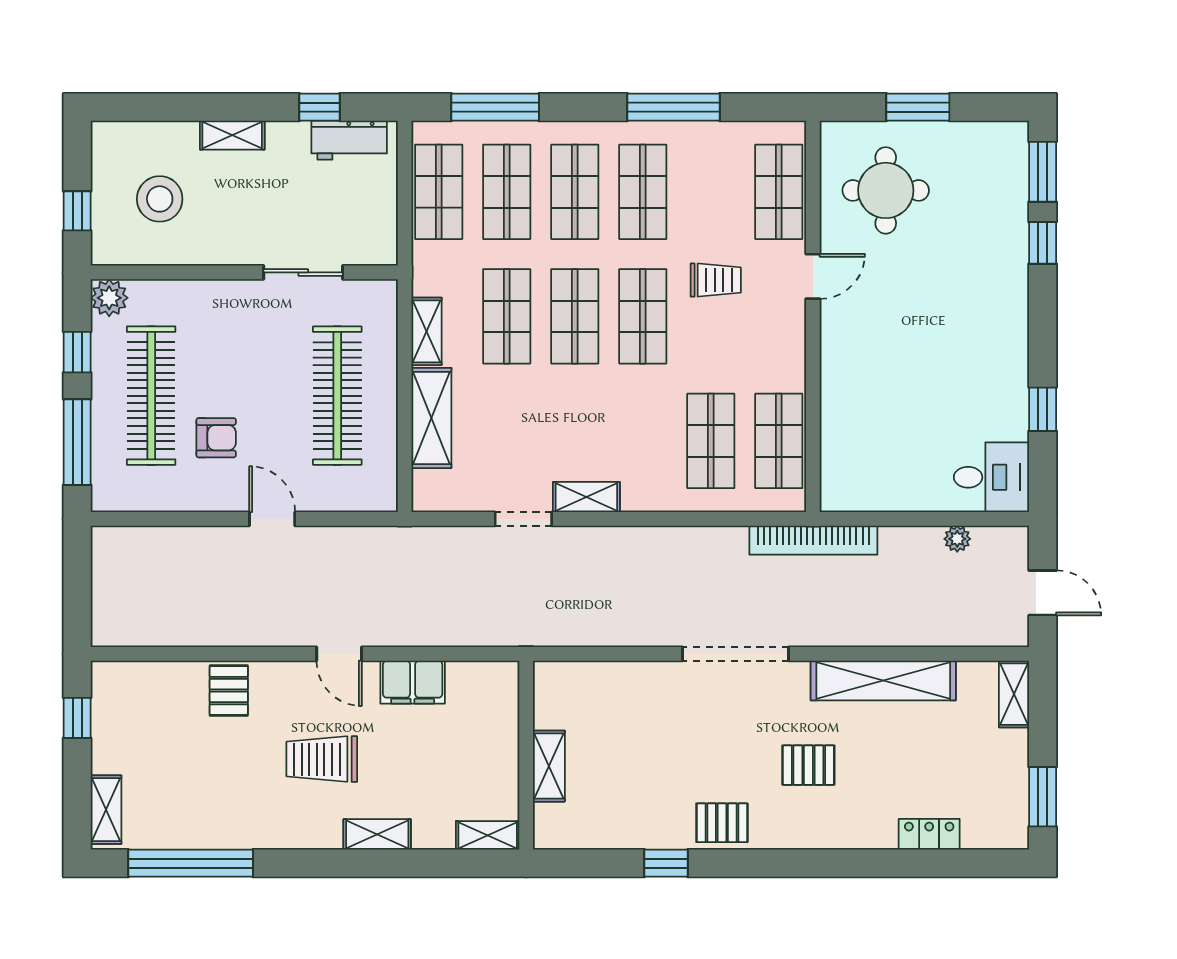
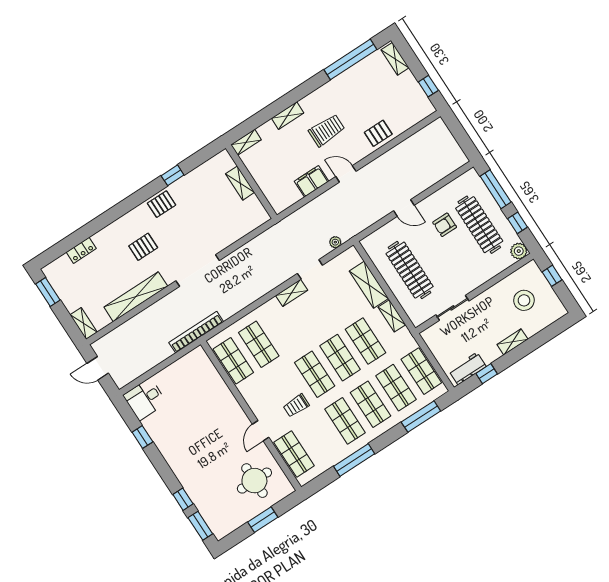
plant: (957, 539) -> (335, 242), moved
pallet: (229, 691) -> (378, 133), turned 90

